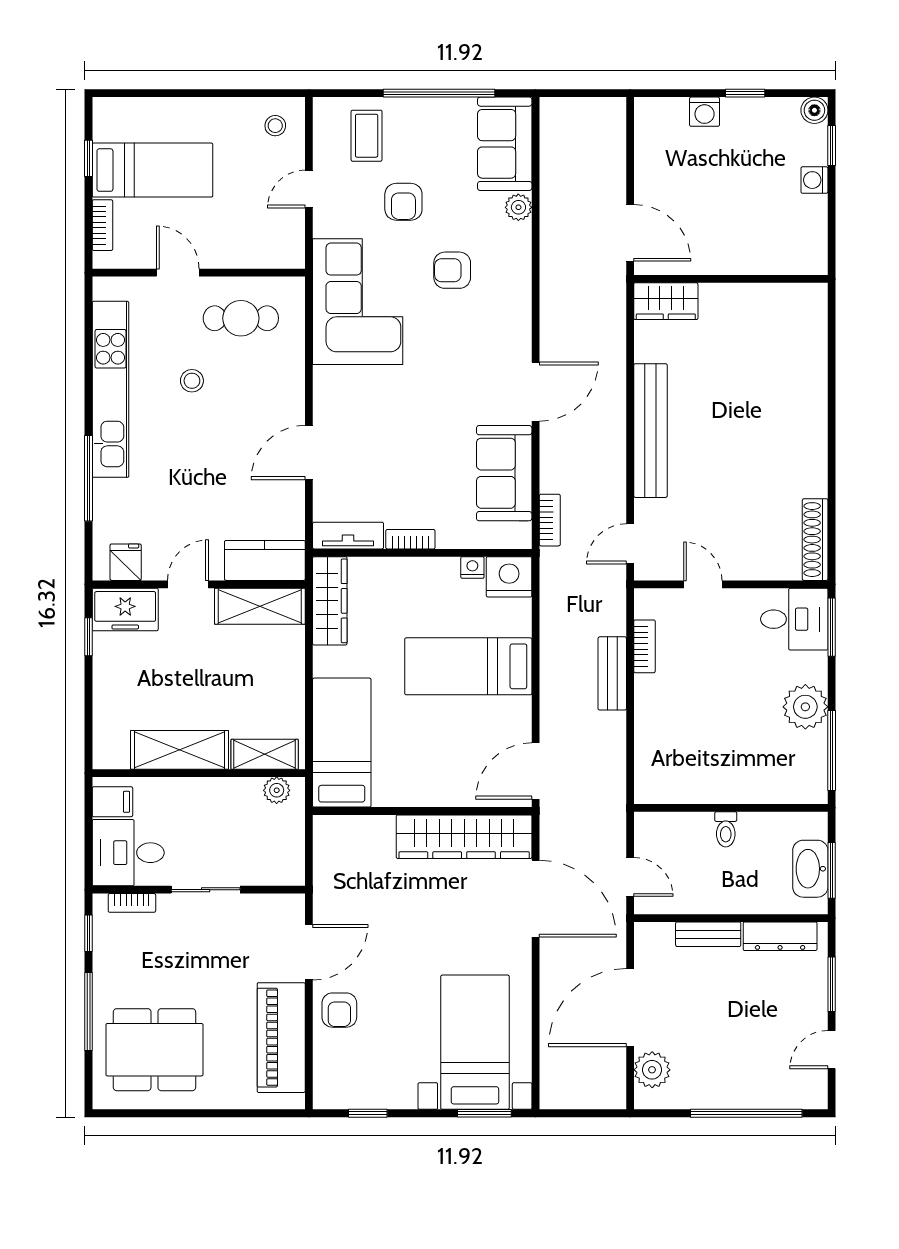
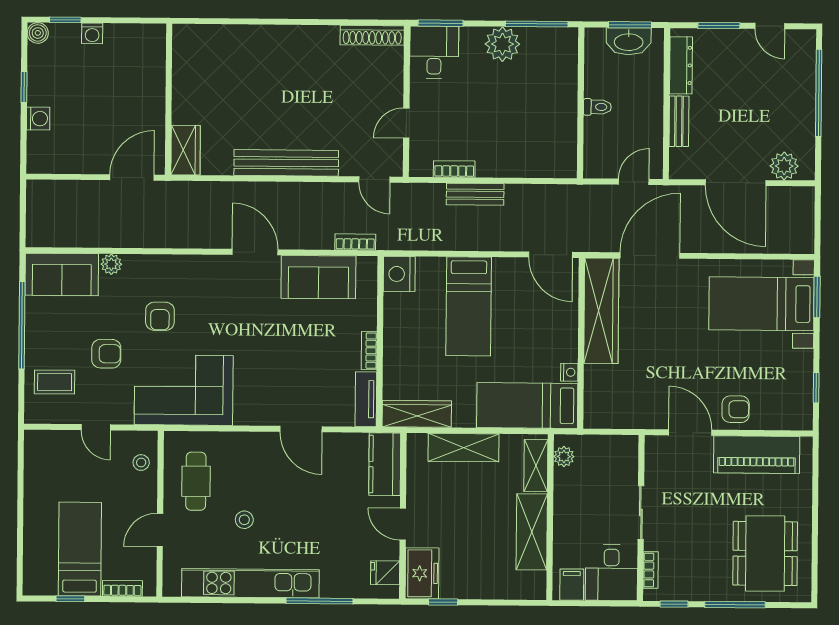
stool: (275, 126) -> (141, 463), moved
nightstand: (472, 568) -> (569, 372), moved, turned 180
shelving: (260, 606) -> (463, 448), moved, turned 90

